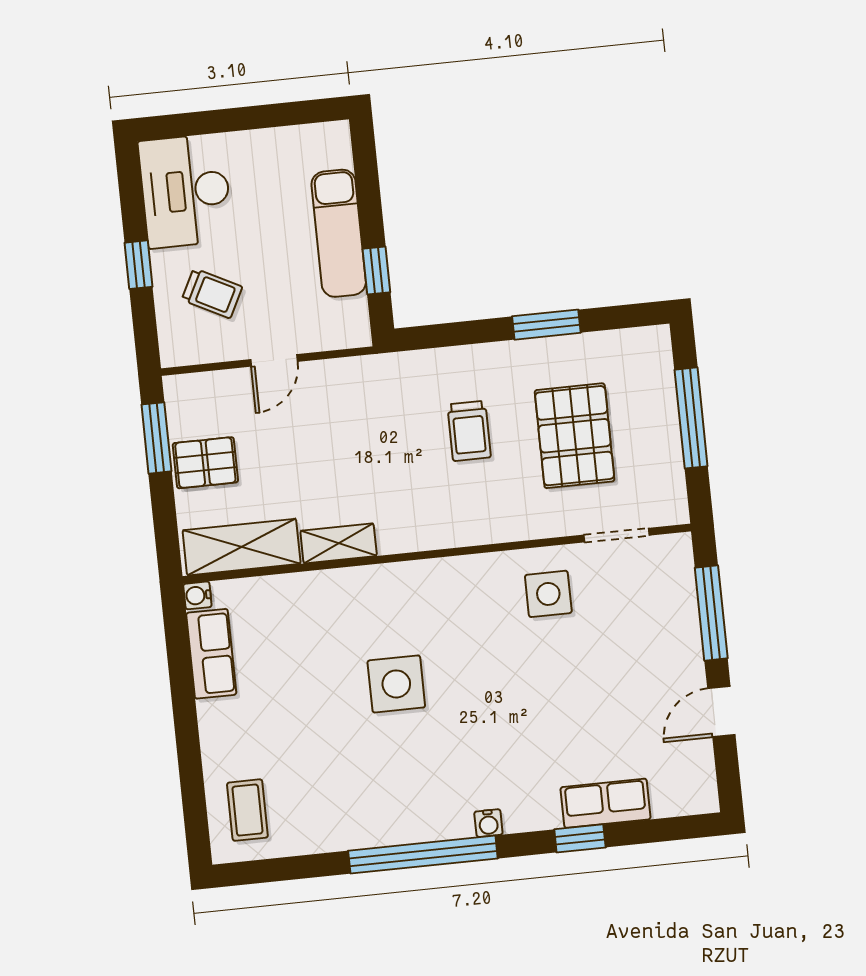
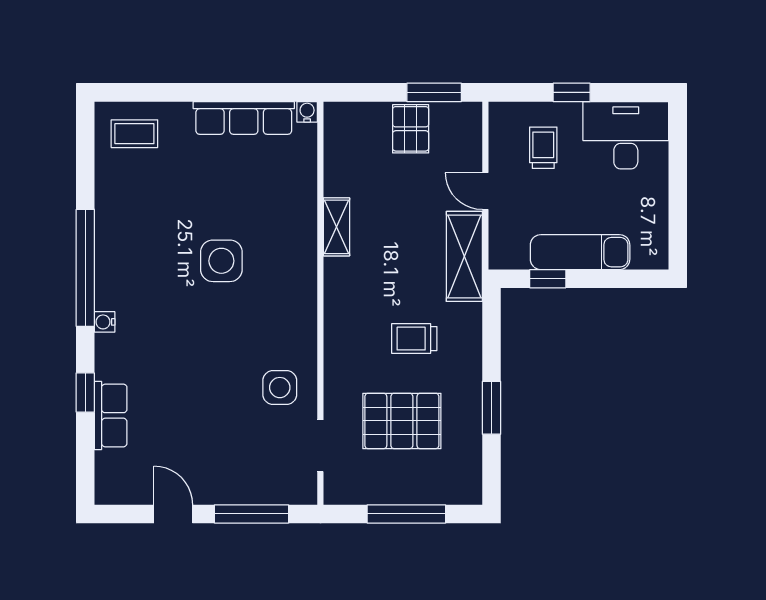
trolley: (212, 293) -> (543, 148), turned 153
shelving: (242, 547) -> (464, 256), moved
row of seats: (211, 654) -> (244, 118), width x1.48

